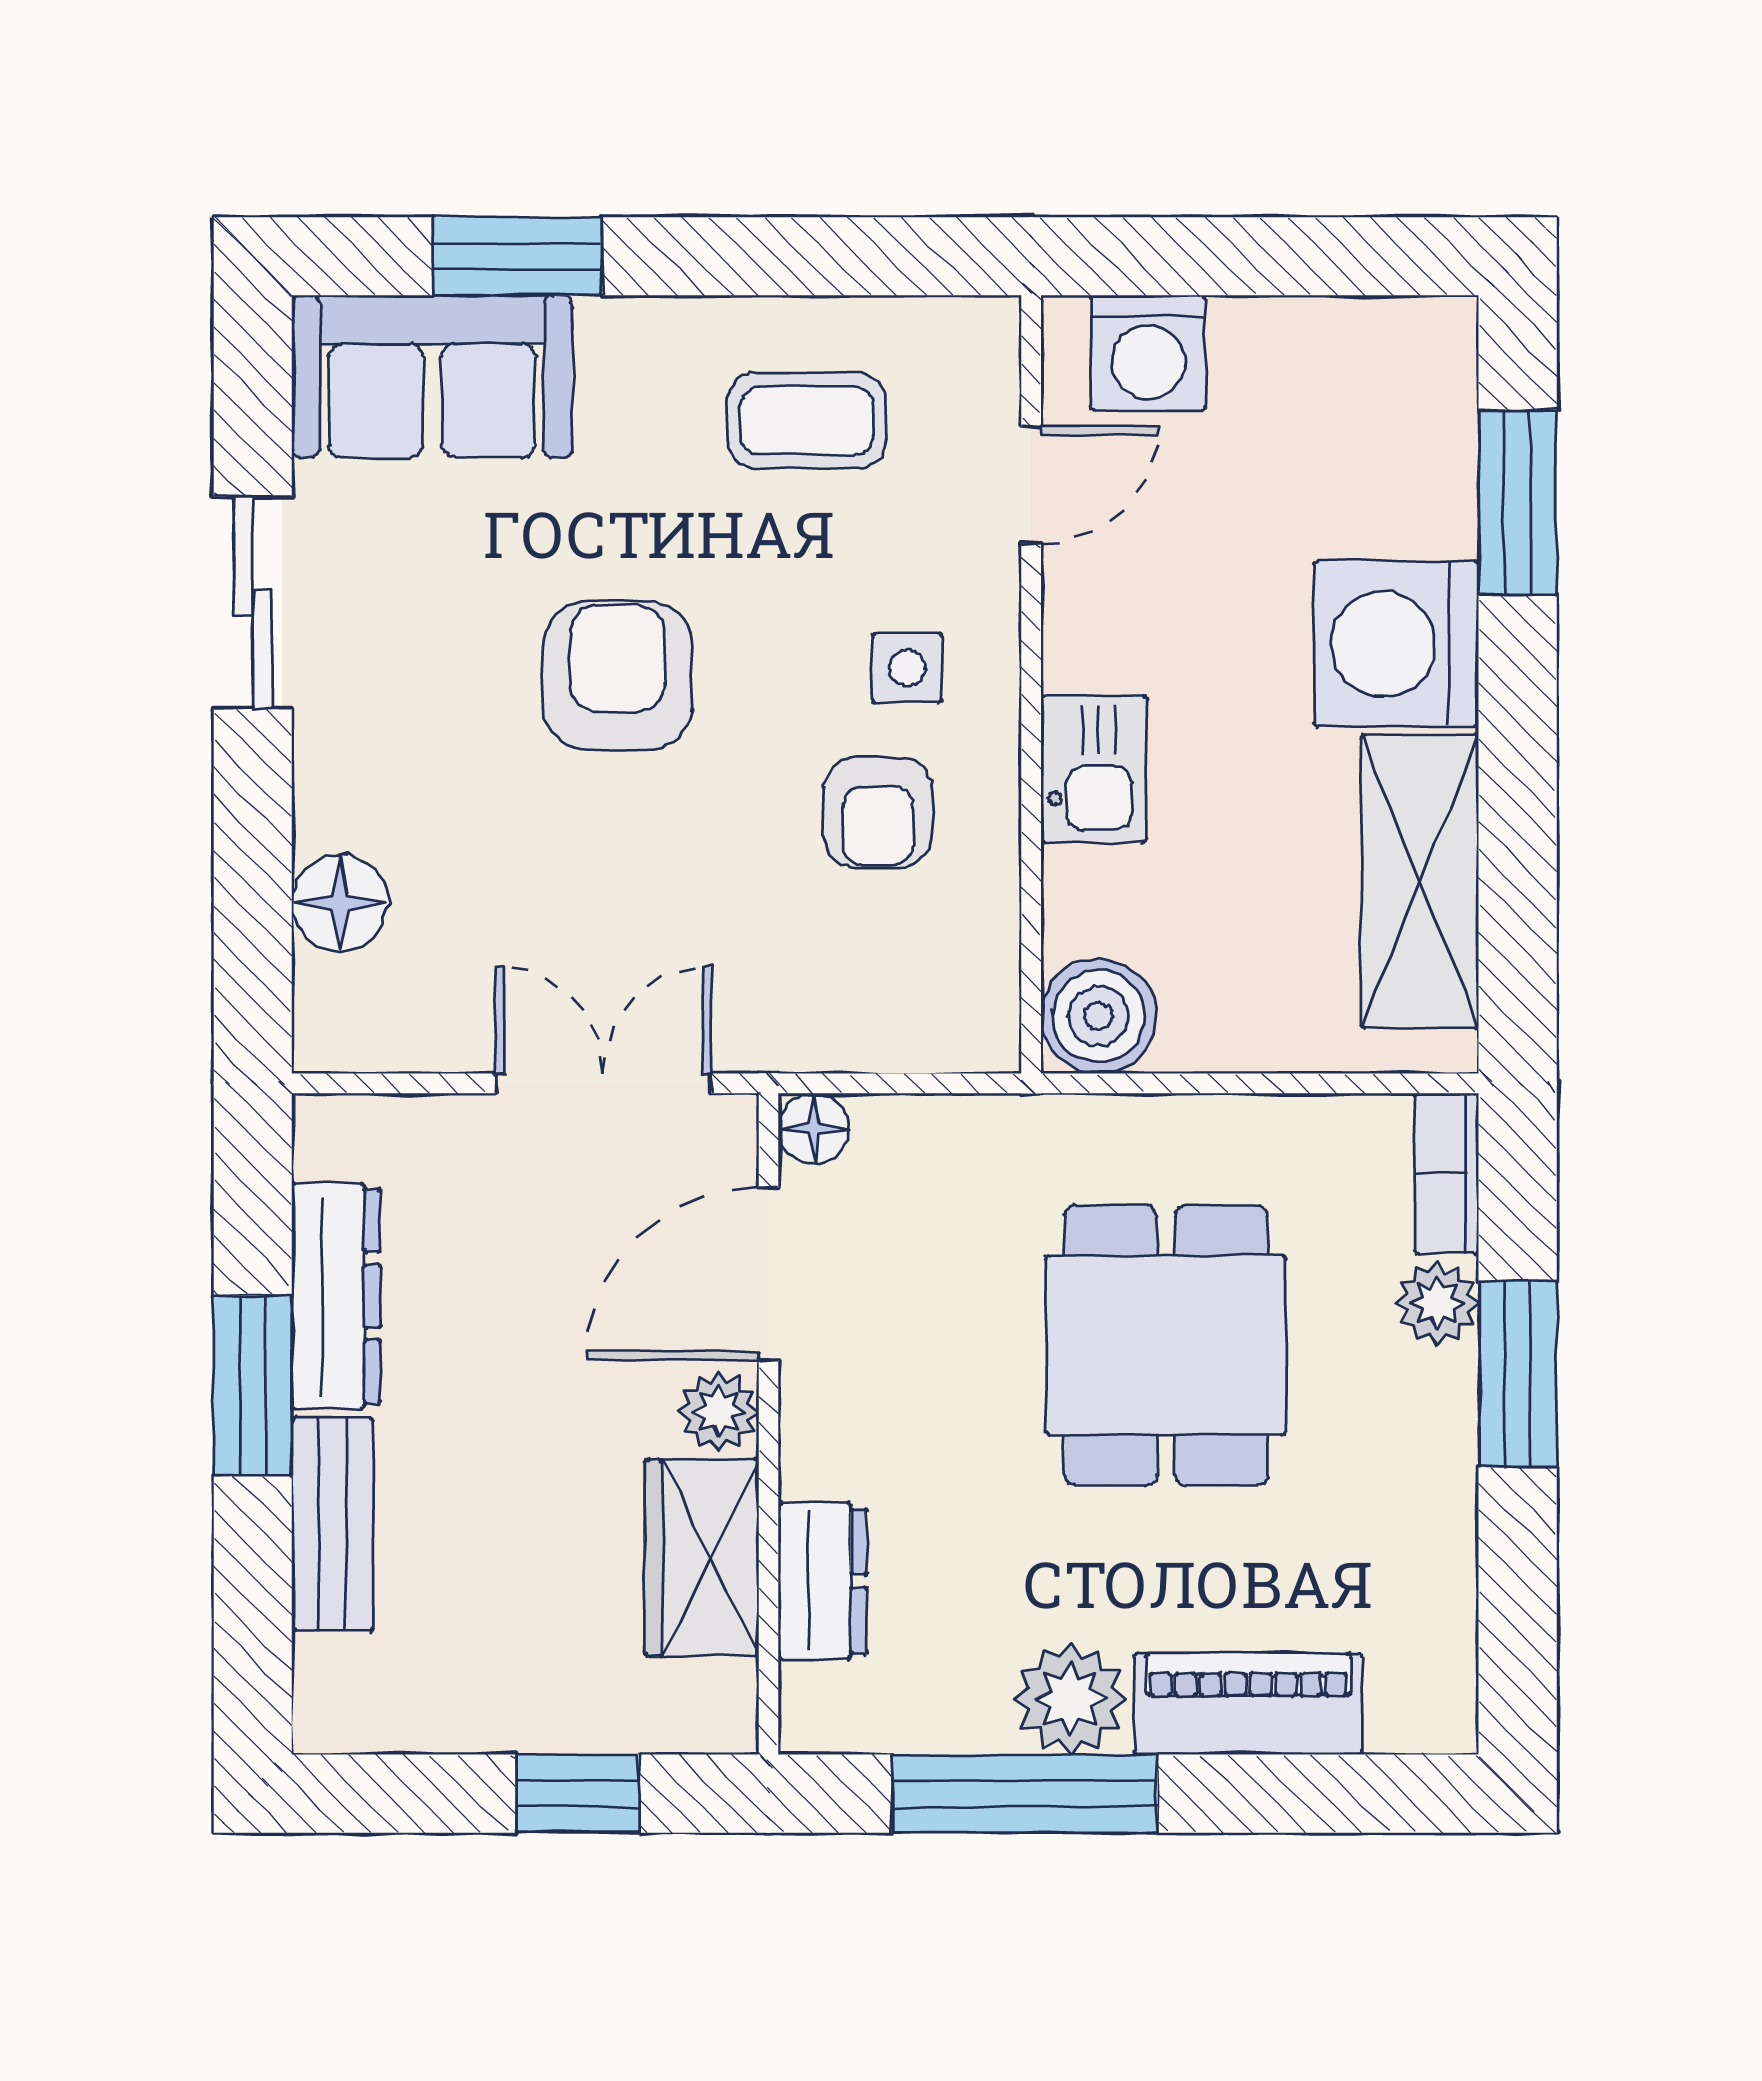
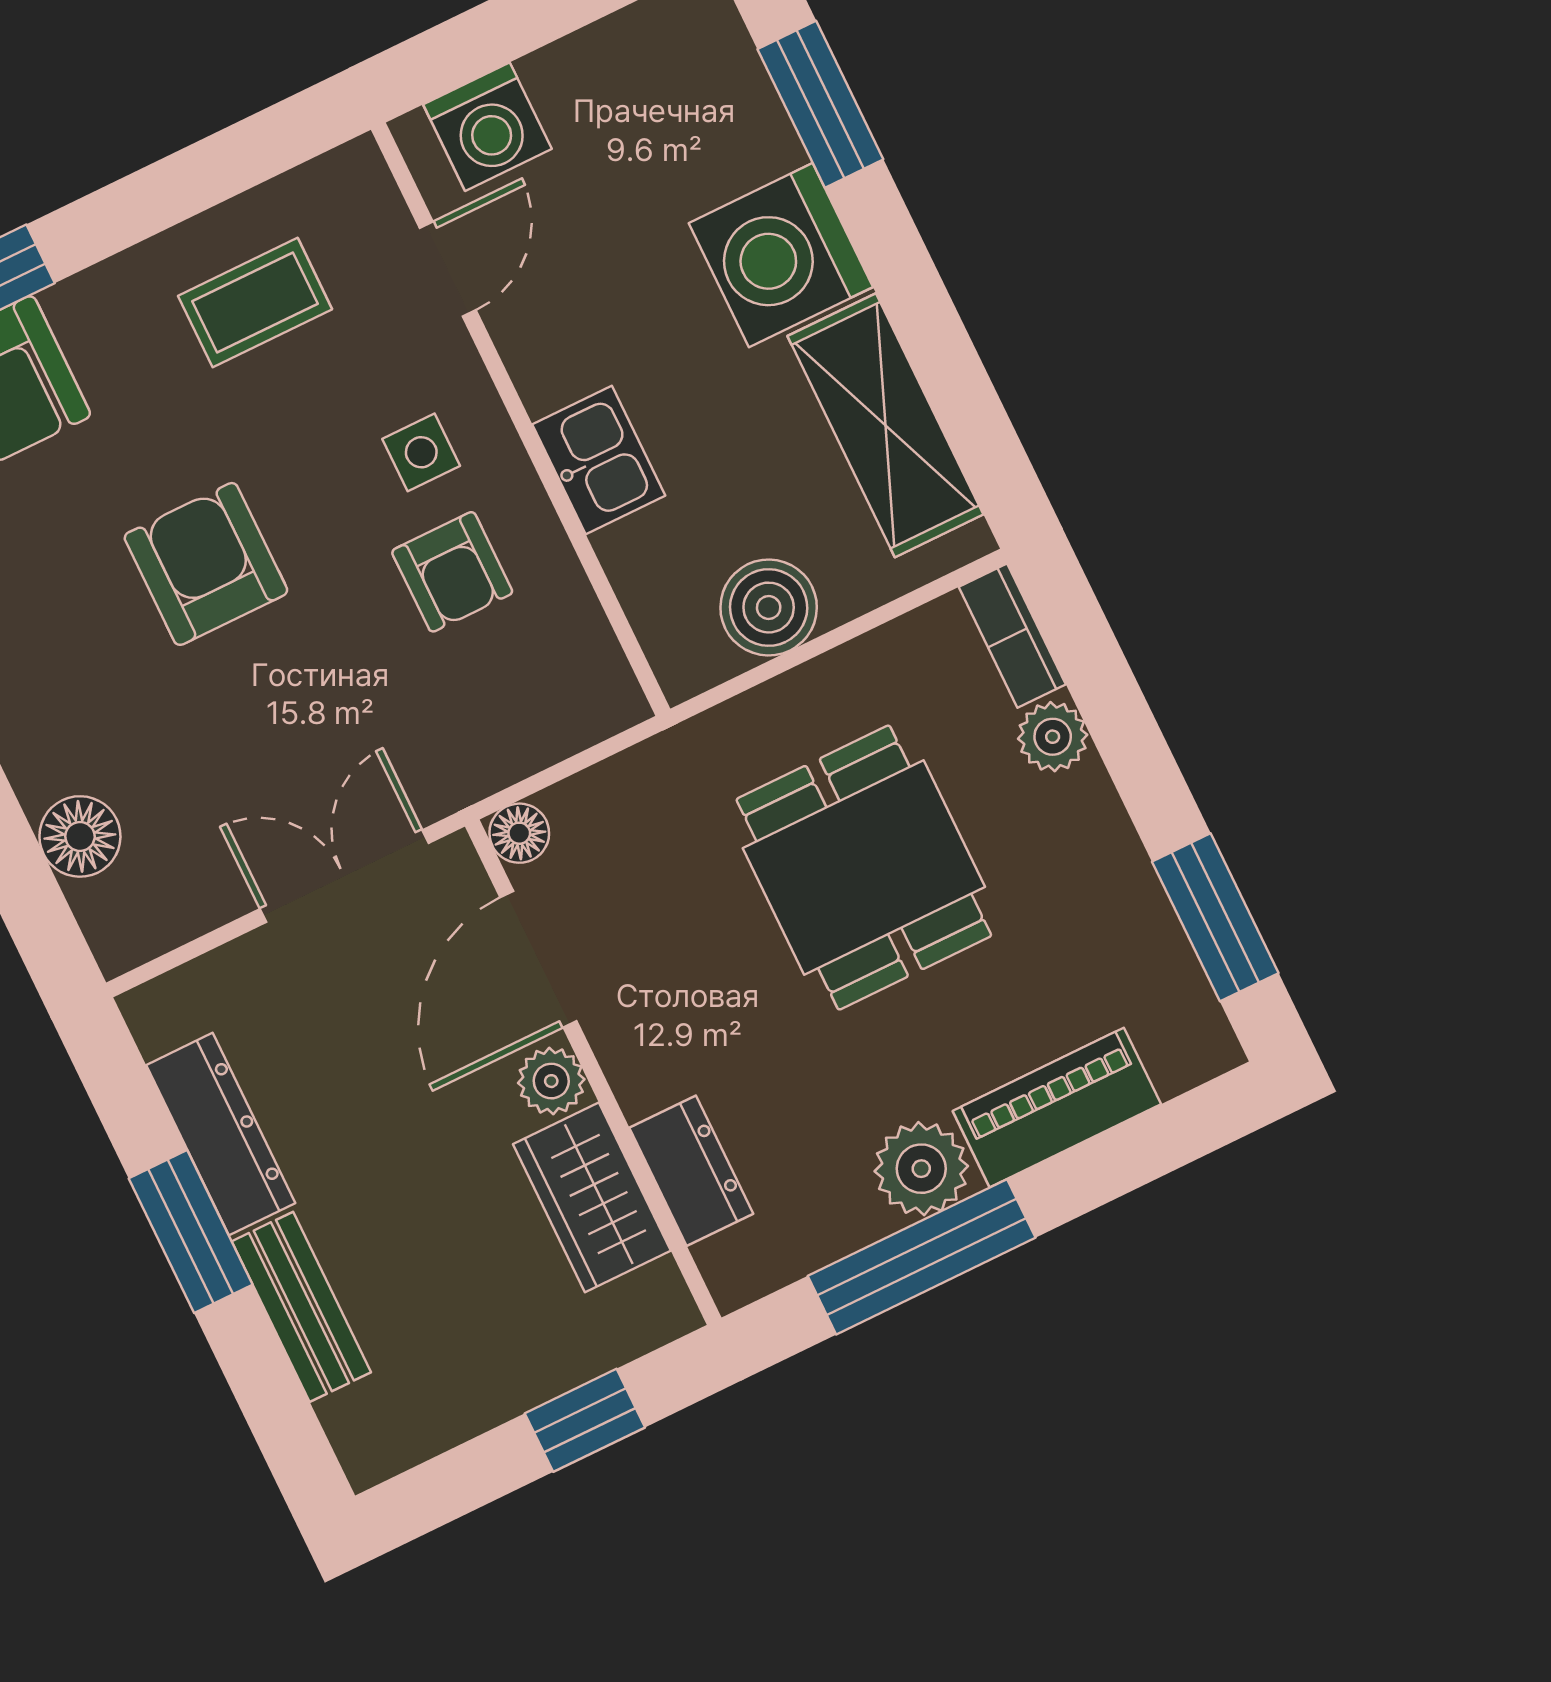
boiler: (1098, 1016) -> (769, 608), moved
window: (1518, 1374) -> (1215, 917), moved

